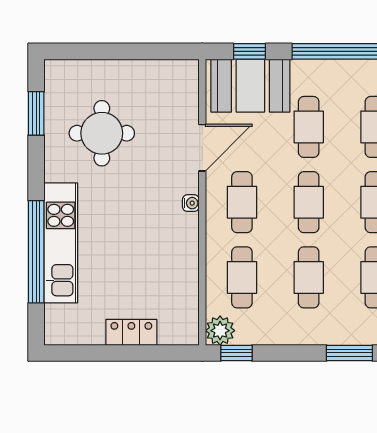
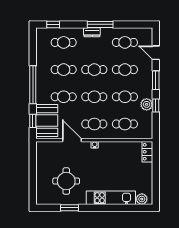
window: (36, 113) -> (69, 208), moved
window: (36, 252) -> (114, 208), removed
plant: (58, 319) -> (142, 199), added
plant: (220, 331) -> (147, 104), moved
locker: (131, 332) -> (147, 152), moved
window: (236, 353) -> (156, 105), moved

